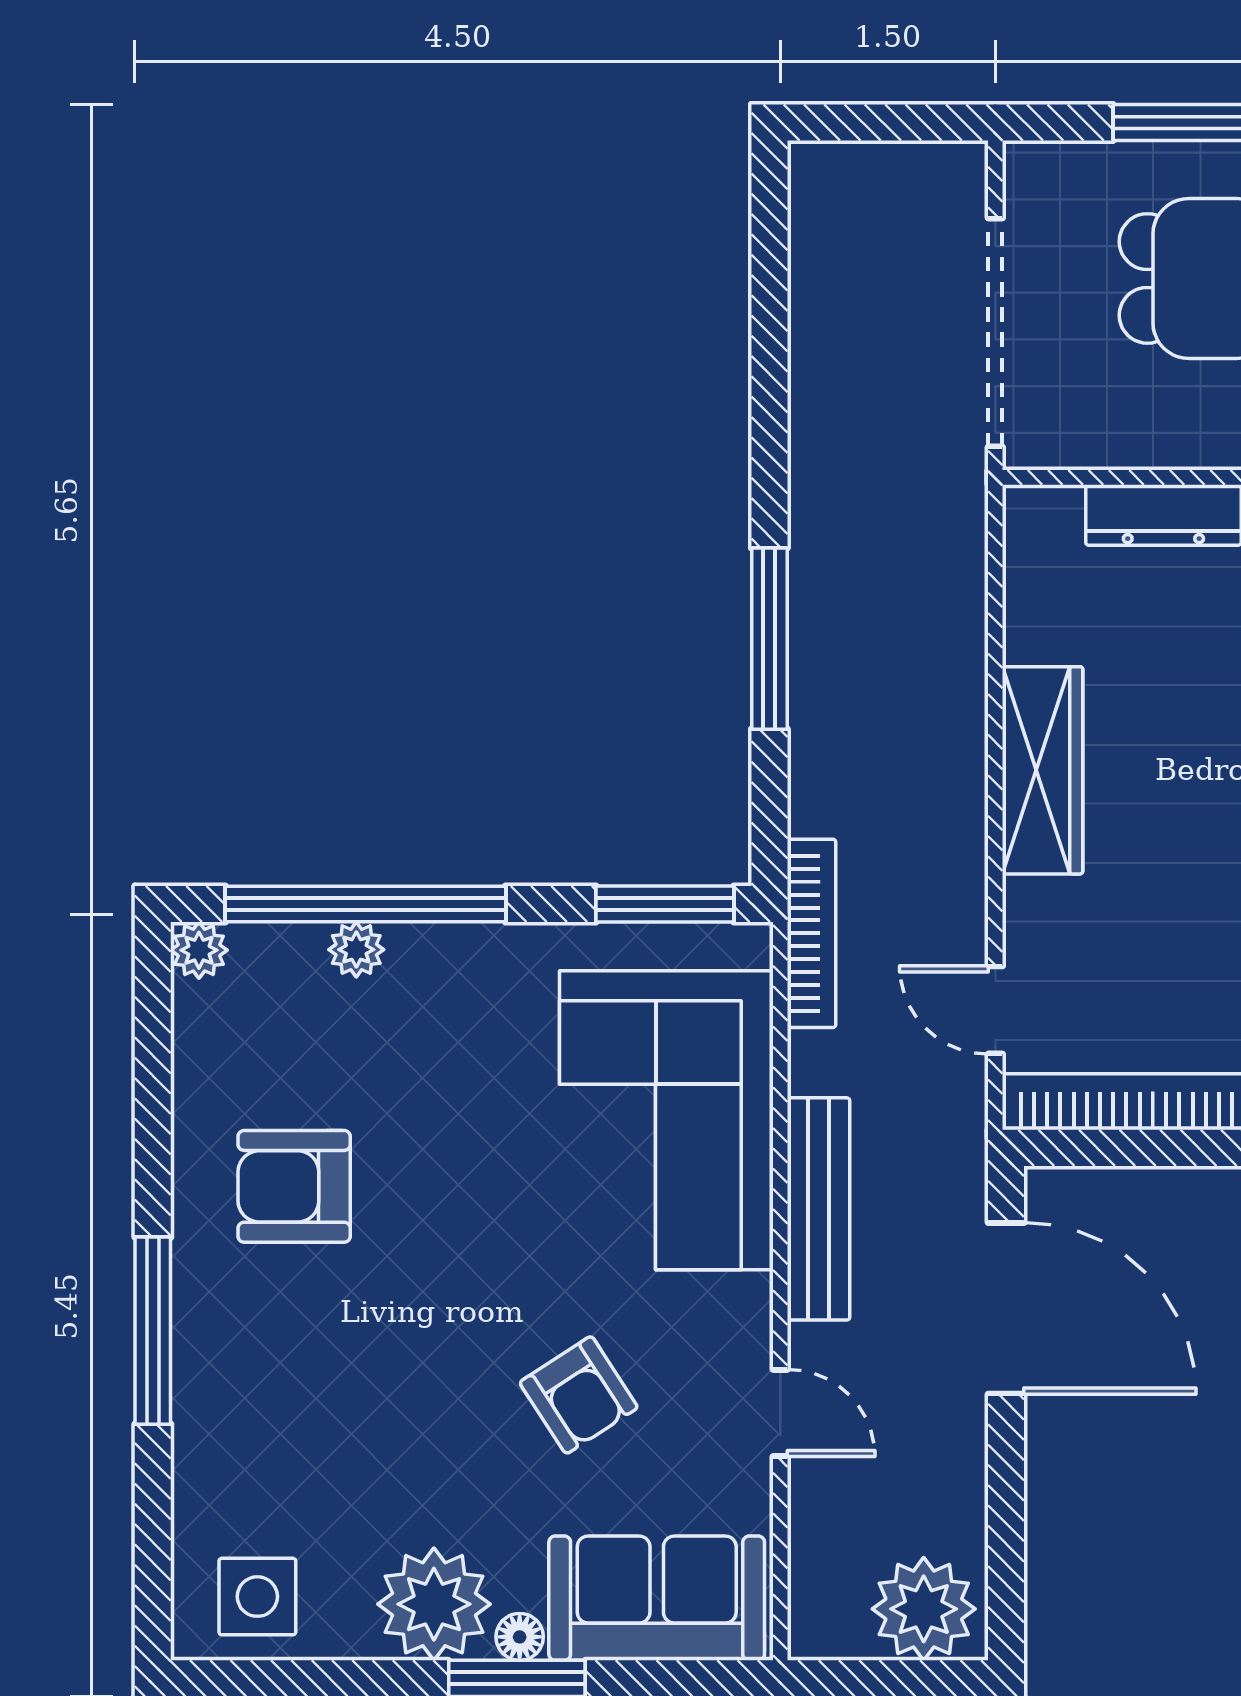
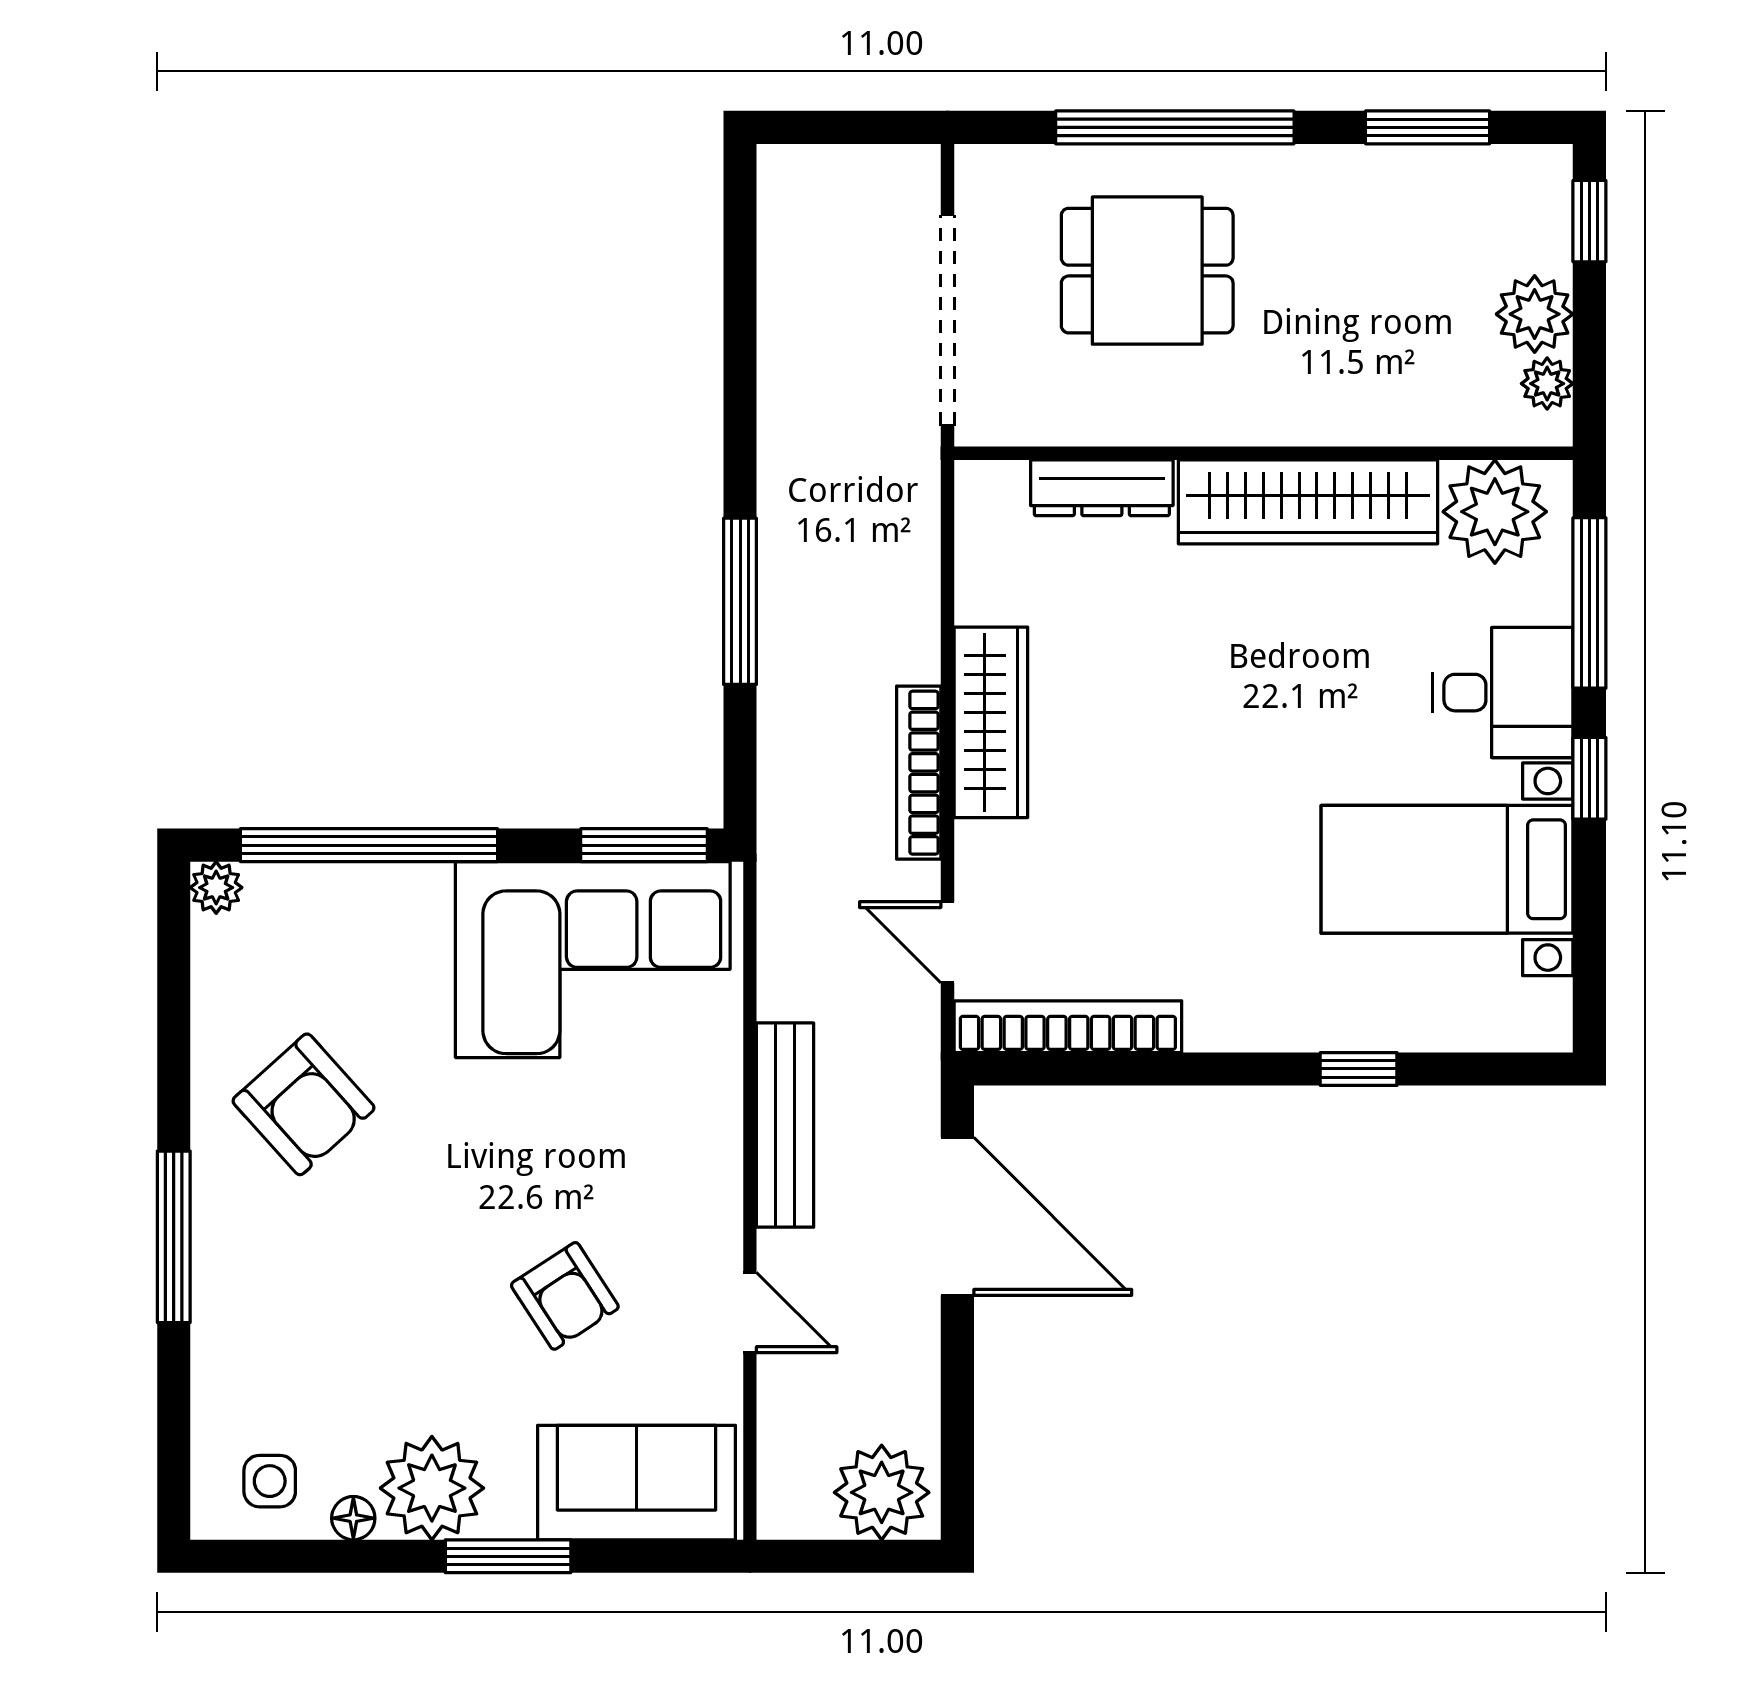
bookcase: (812, 933) -> (919, 773), moved, turned 180
plant: (356, 950) -> (361, 887), removed
corner sofa: (666, 1120) -> (593, 960), moved, turned -90
armchair: (294, 1186) -> (303, 1104), turned -132
side table: (257, 1597) -> (270, 1481), width x0.73, depth x0.73
floor lamp: (520, 1637) -> (353, 1518), moved

